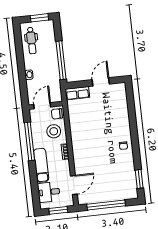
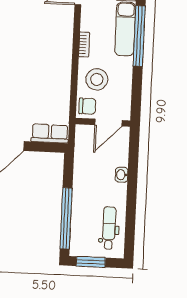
window: (61, 60) -> (66, 218), moved
window: (29, 141) -> (139, 36), moved

